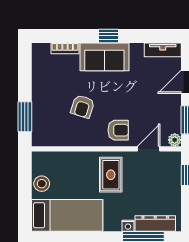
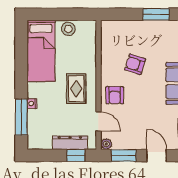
window: (25, 117) -> (156, 14), moved
rug: (111, 175) -> (76, 89), turned 90
dresser: (155, 223) -> (70, 143), moved, turned -90

